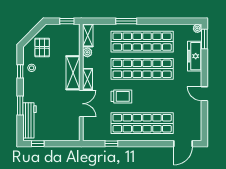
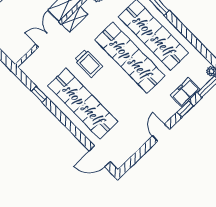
freezer: (195, 56) -> (185, 93), width x0.71
window: (204, 66) -> (185, 109), added
double door: (81, 104) -> (48, 34), swing flipped

